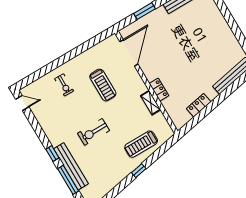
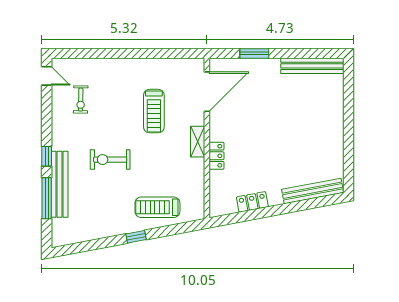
exercise bike: (64, 85) -> (81, 100), moved
shelving: (151, 103) -> (198, 142), moved

